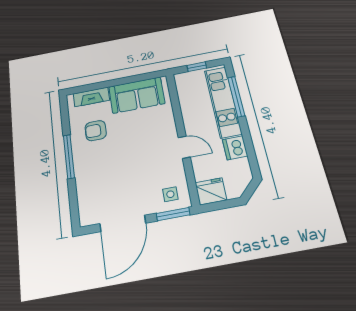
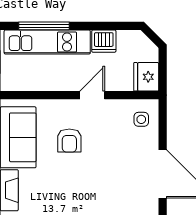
armchair: (96, 131) -> (69, 141), moved
window: (173, 214) -> (163, 120), removed

